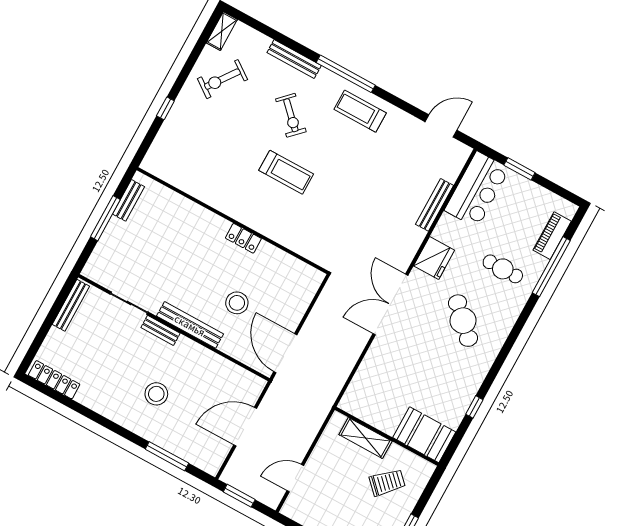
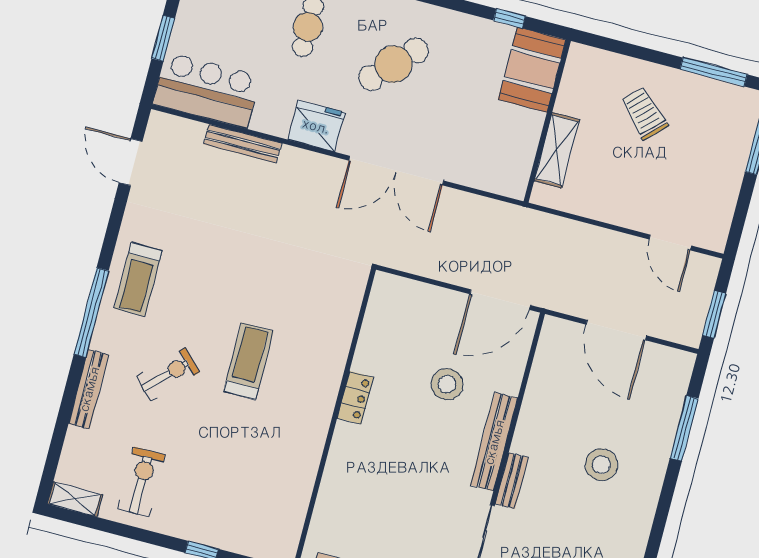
exercise bike: (222, 79) -> (141, 482), turned -126
booth: (424, 435) -> (532, 70), moved
wall: (387, 436) -> (547, 121), moved
shelving: (365, 438) -> (557, 150), moved

